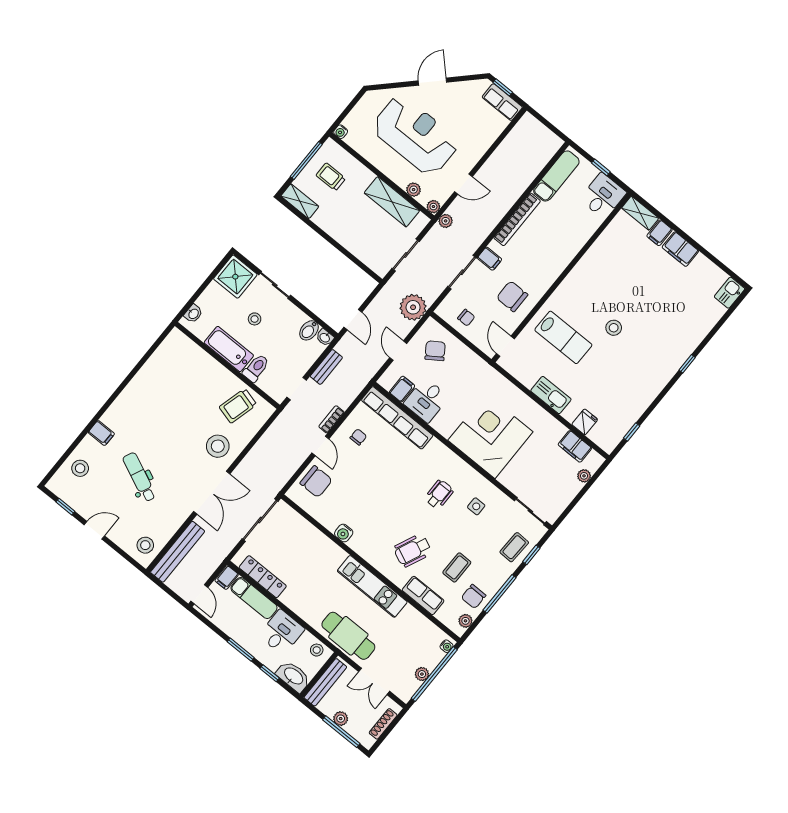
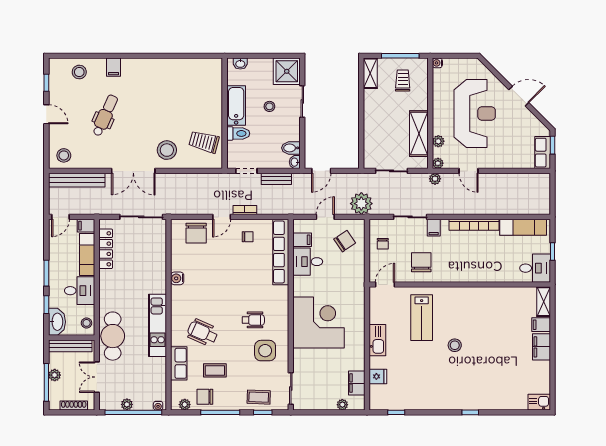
side table: (476, 506) -> (265, 351), width x1.87, depth x1.87

